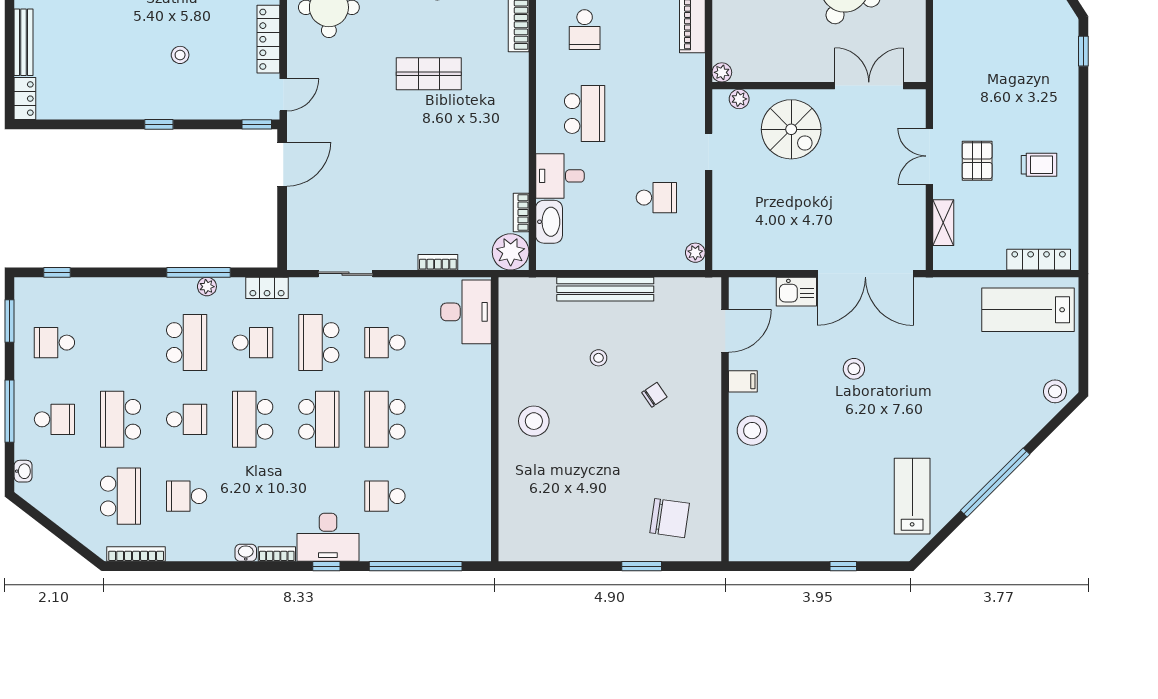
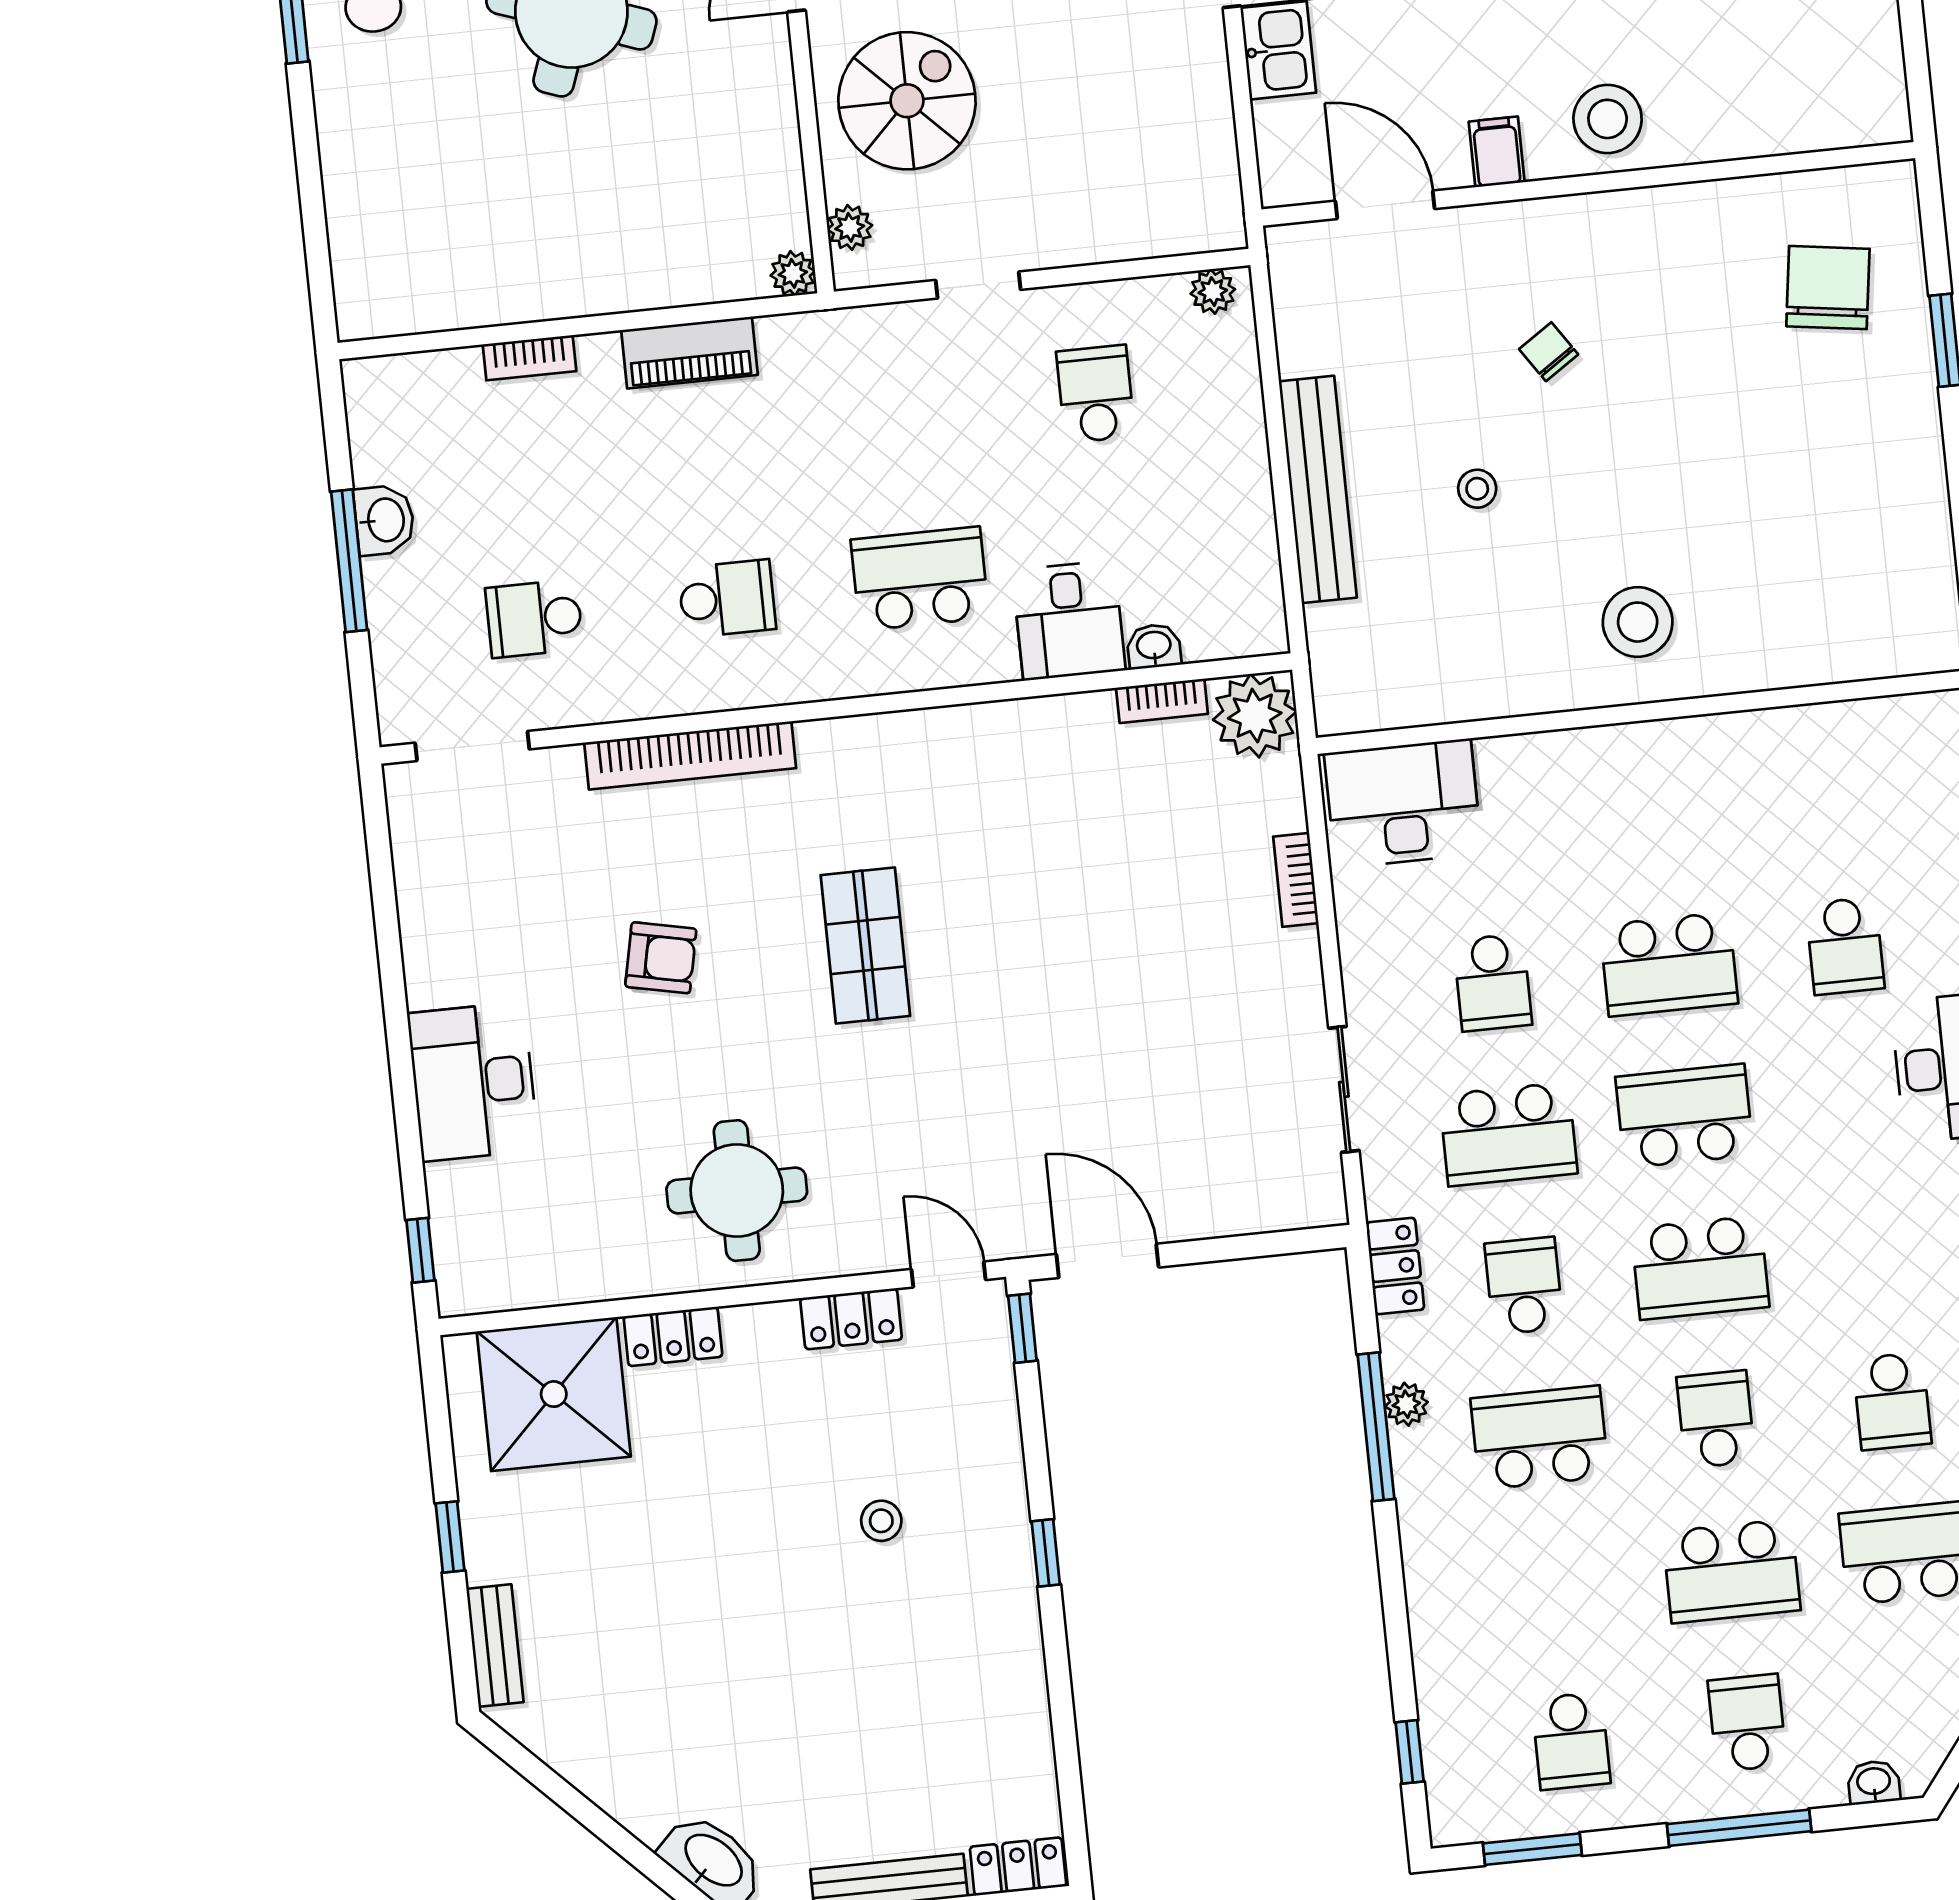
locker: (268, 39) -> (851, 1319), width x0.66
washbasin: (549, 222) -> (1154, 646), width x0.52, depth x0.69

